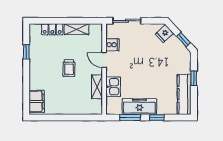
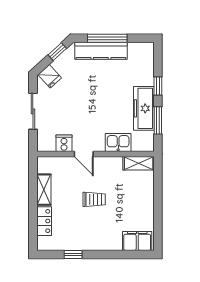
sliding door: (127, 21) -> (33, 111), moved
door: (104, 60) -> (84, 154), hinge flipped
window: (194, 78) -> (107, 38), width x2.17
shelving: (97, 87) -> (139, 163), moved
kitchen counter: (184, 94) -> (101, 51), moved

